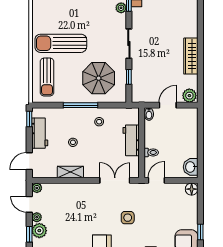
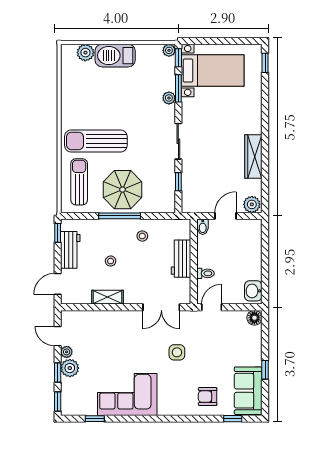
sun lounger: (47, 77) -> (79, 182), turned 180
parasol: (99, 78) -> (122, 190), moved
double door: (115, 180) -> (161, 307), swing flipped
plant: (37, 188) -> (67, 316), removed

